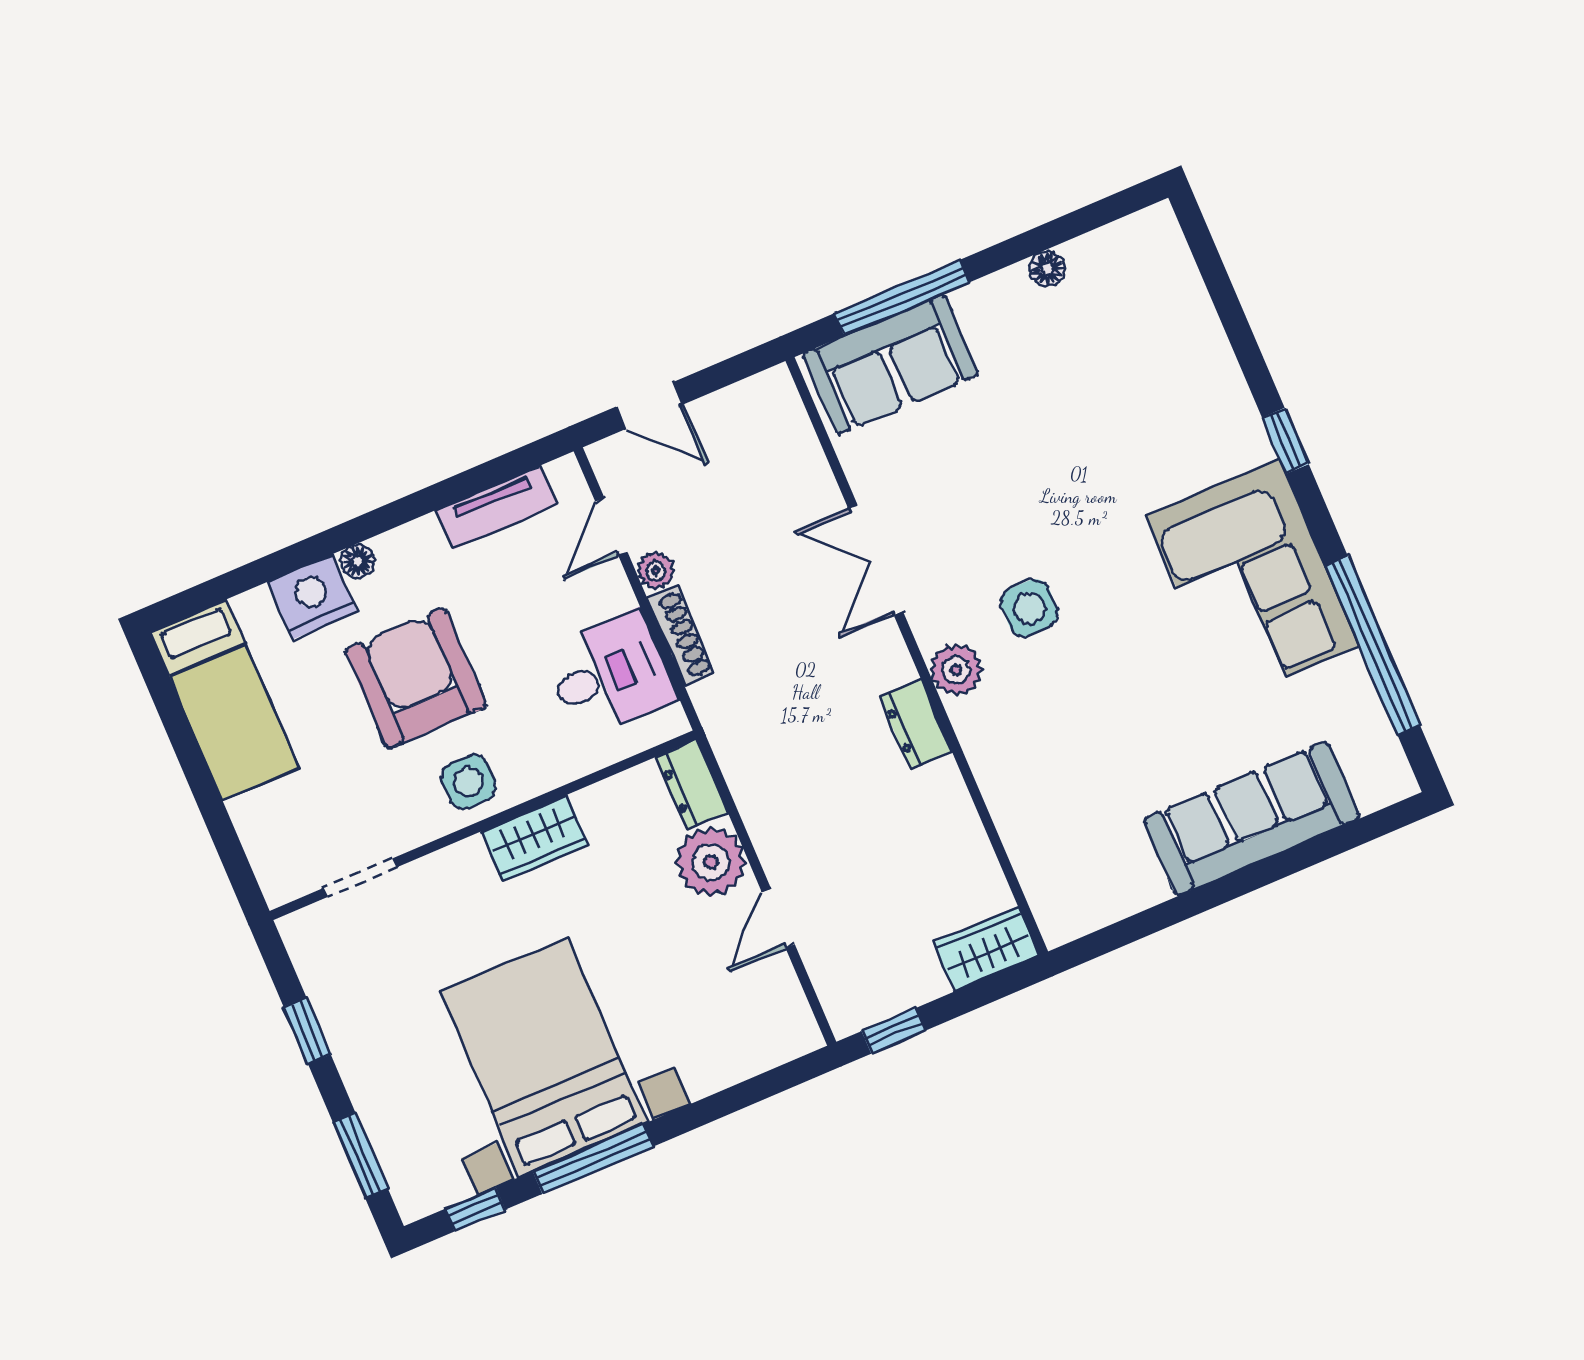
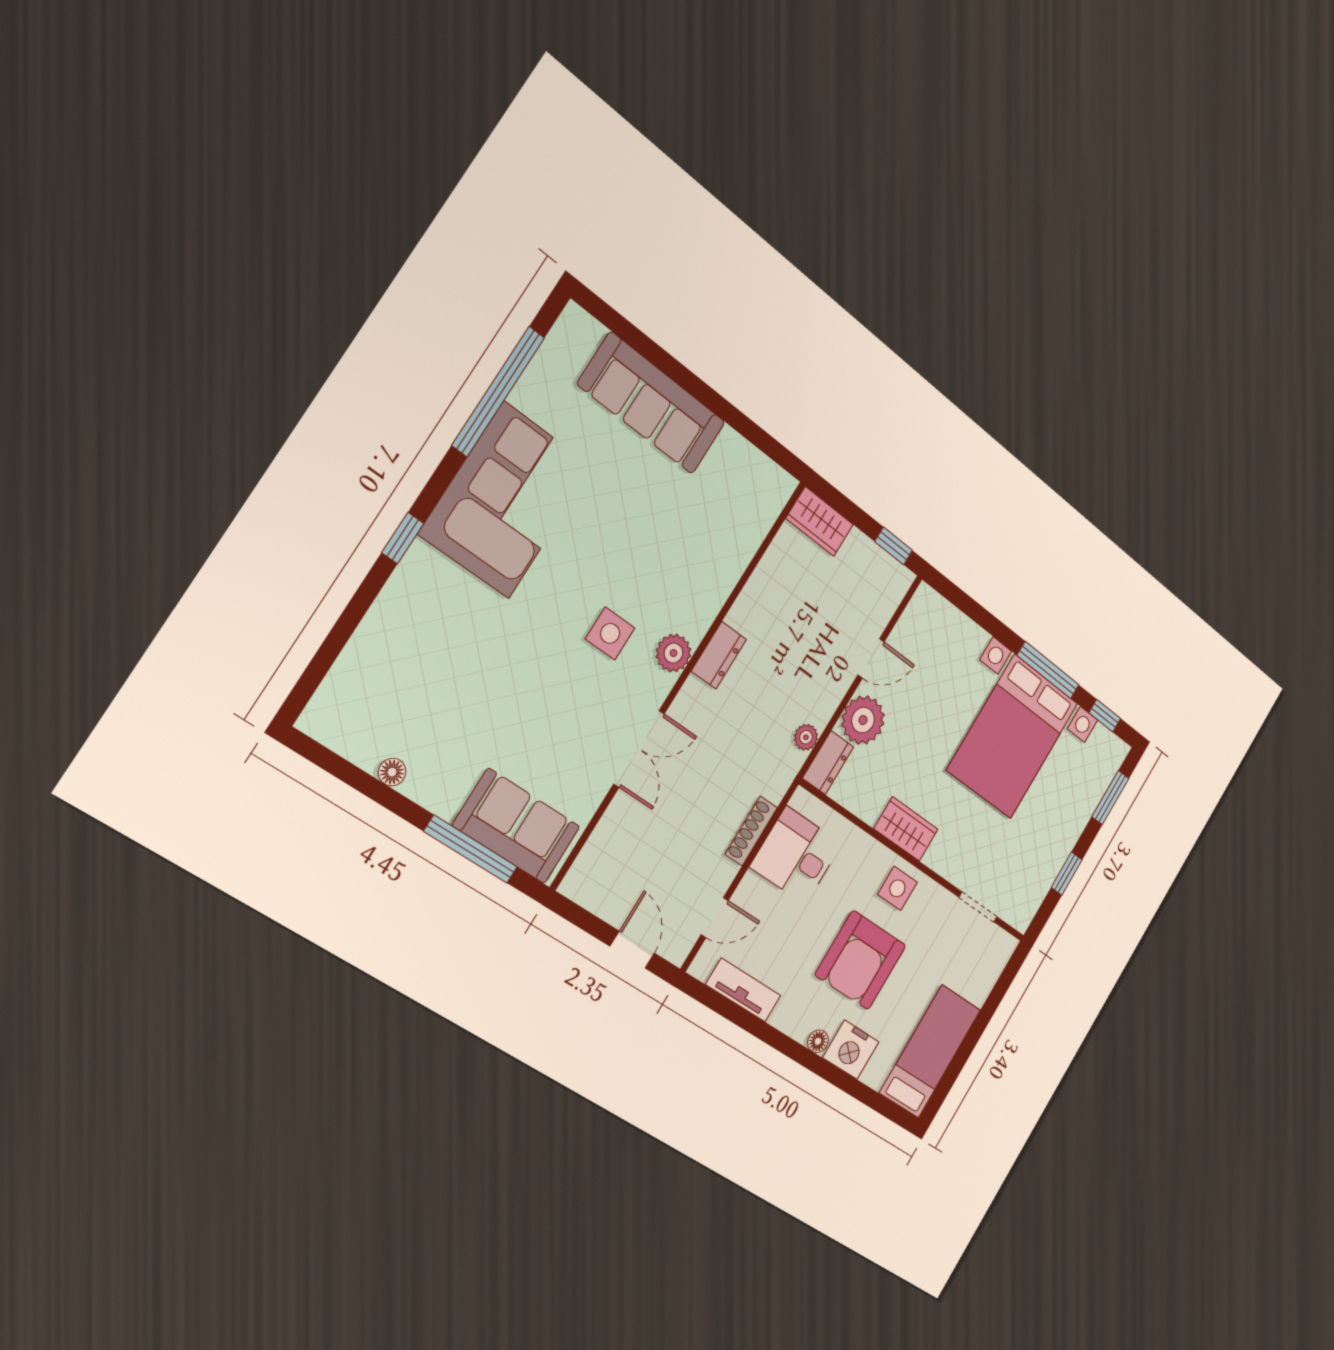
plant: (656, 571) -> (806, 737), moved

